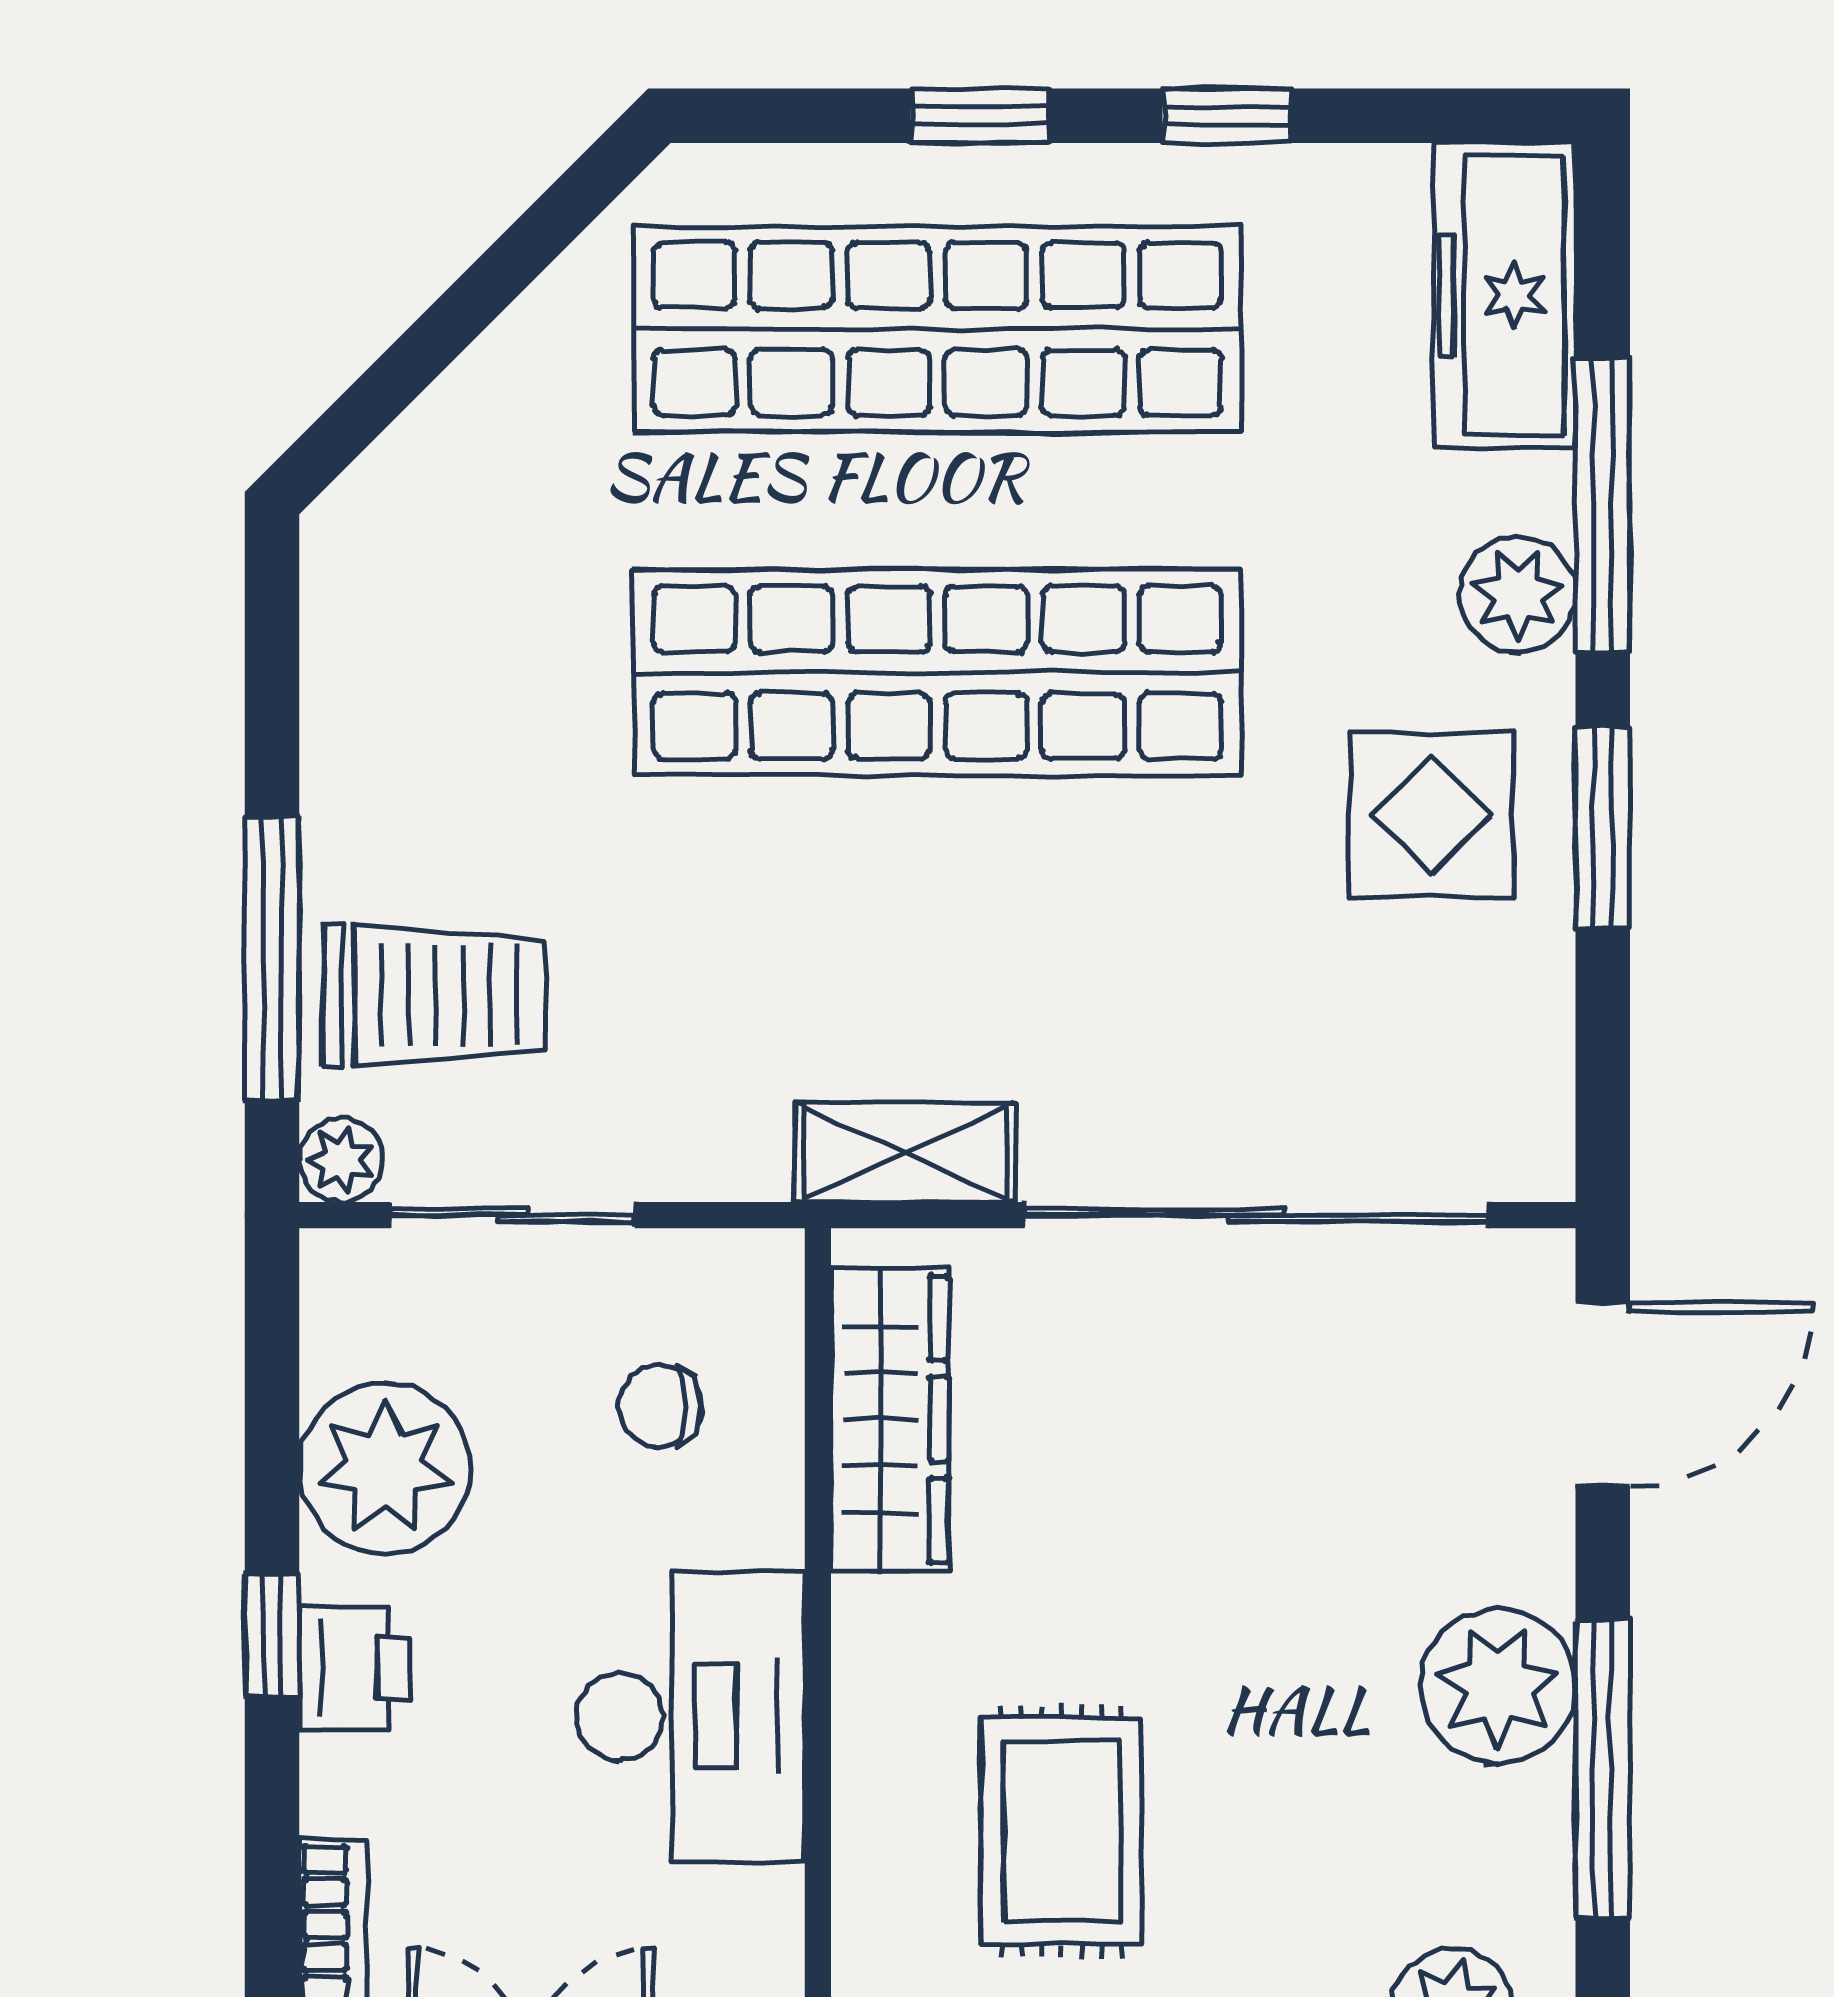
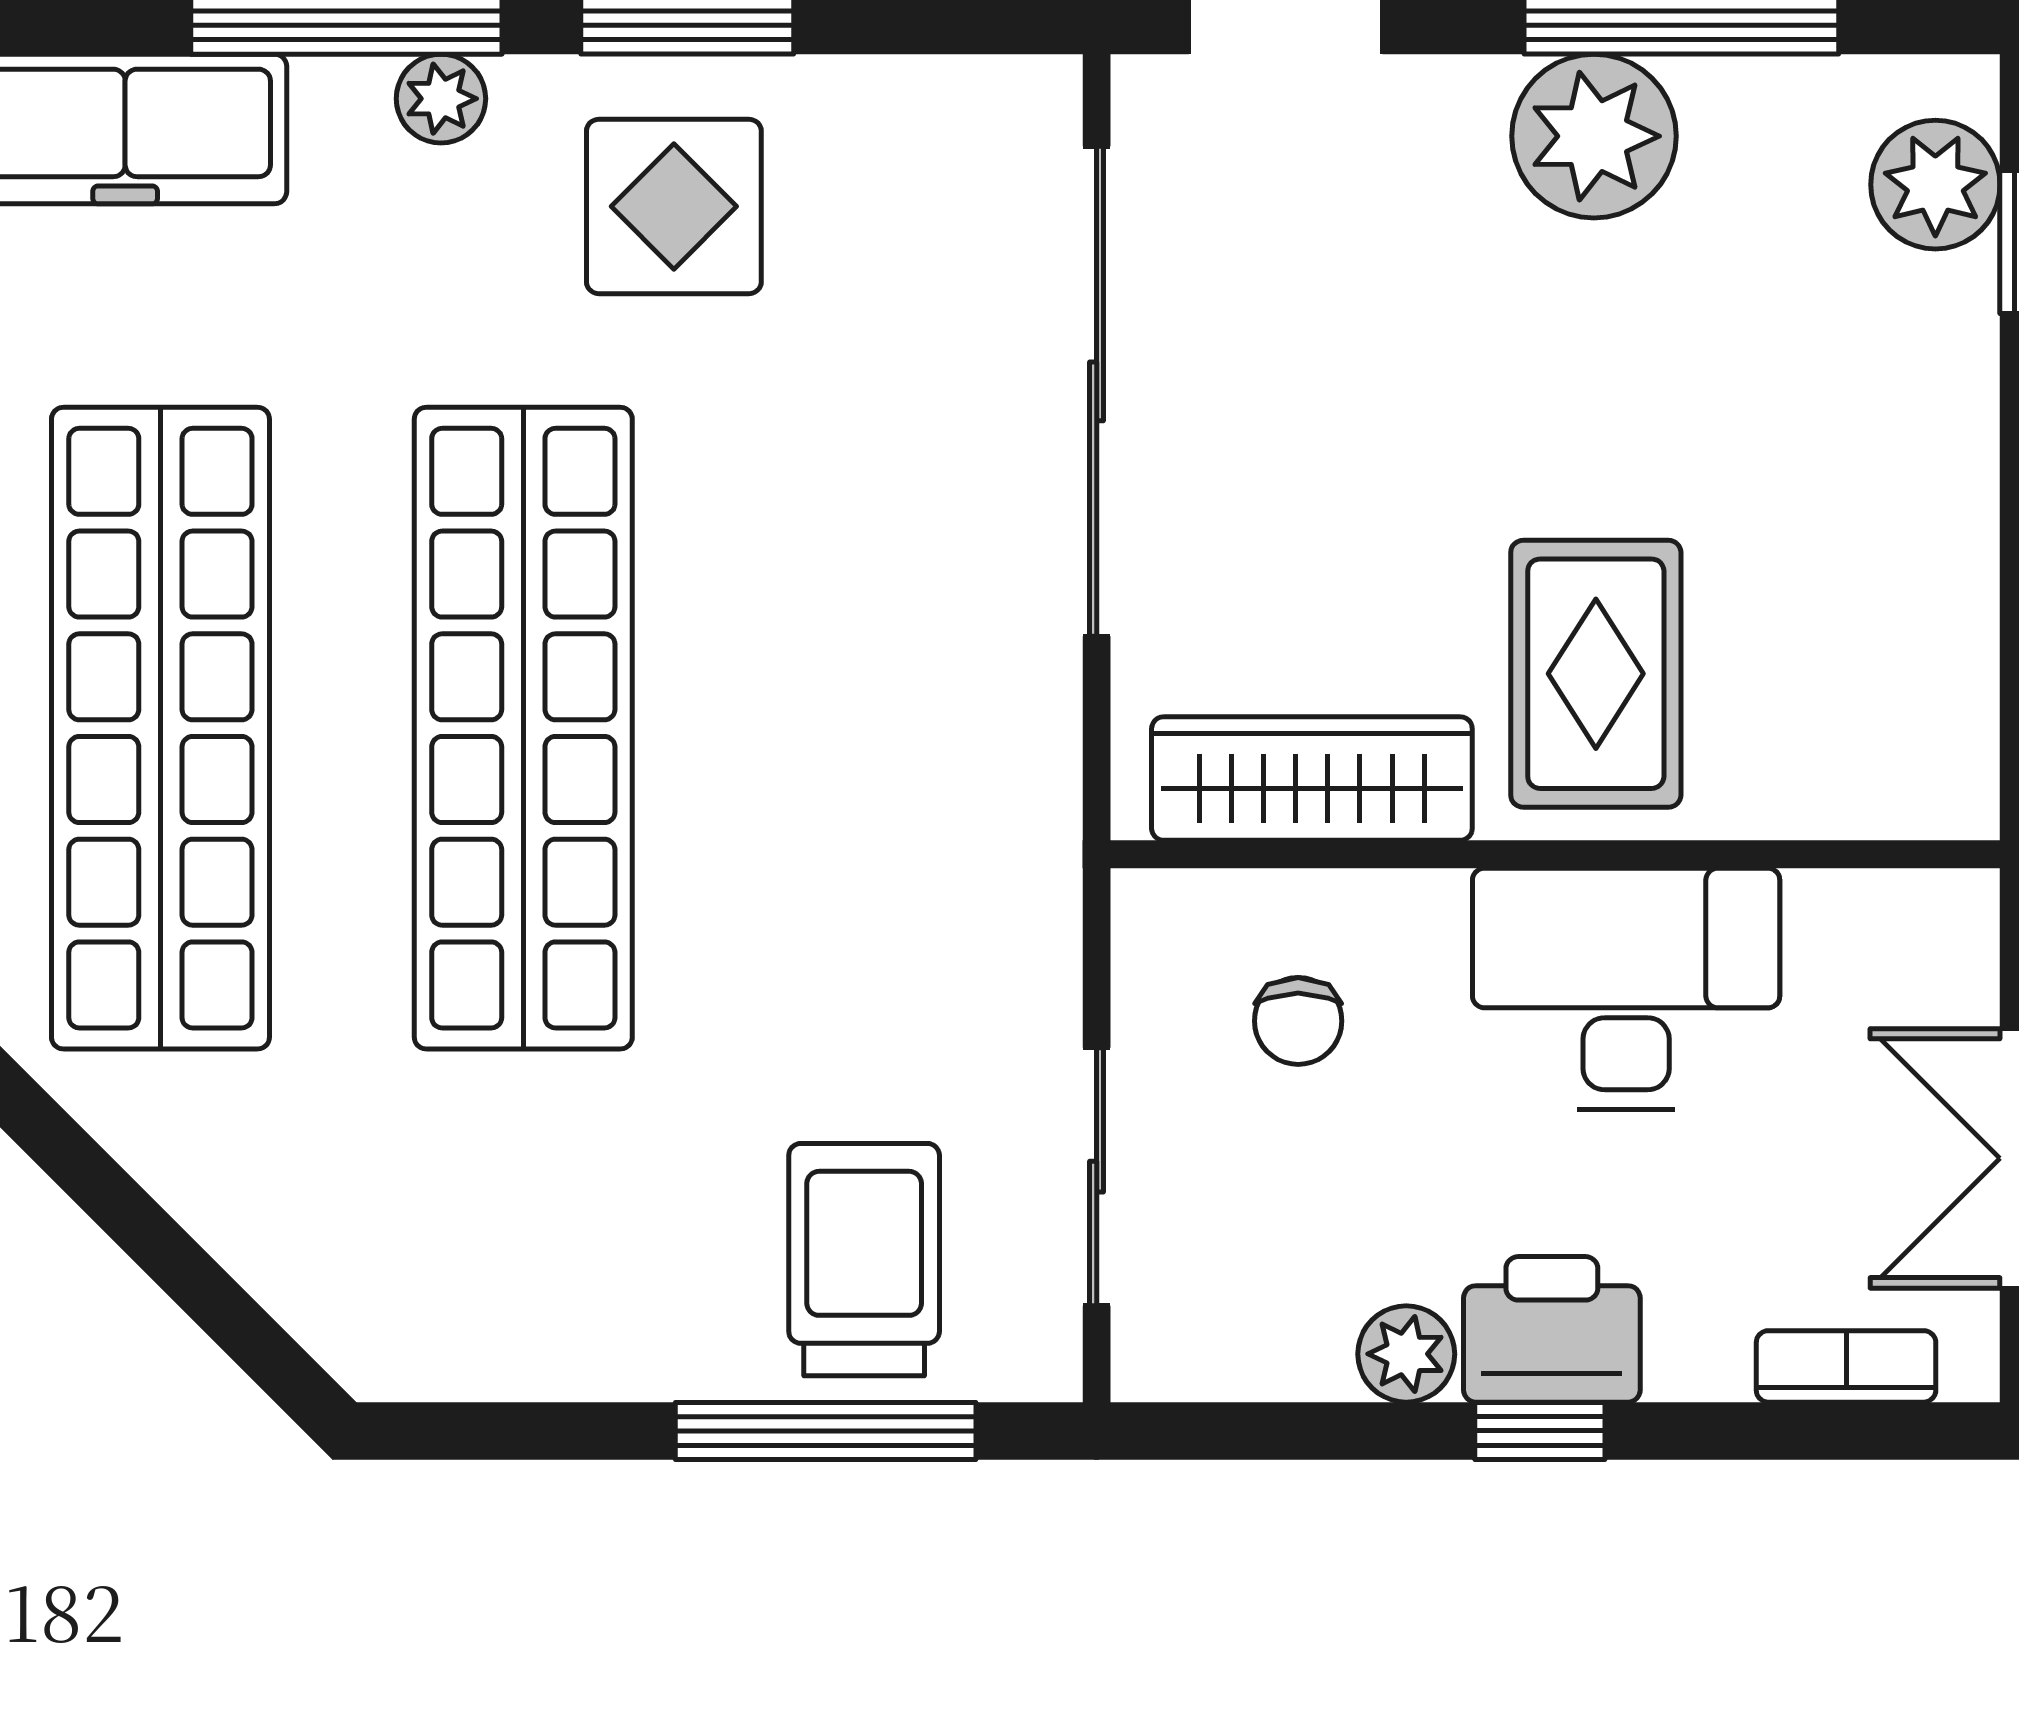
plant: (1518, 595) -> (441, 99), width x0.73, depth x0.73
shelving: (905, 1152) -> (1030, 762), removed
plant: (341, 1160) -> (1038, 1358), removed
plant: (385, 1468) -> (1406, 1354), width x0.53, depth x0.53
printer: (355, 1669) -> (1552, 1329), width x1.36, depth x1.24
rug: (1062, 1831) -> (1596, 674), moved, turned 90

